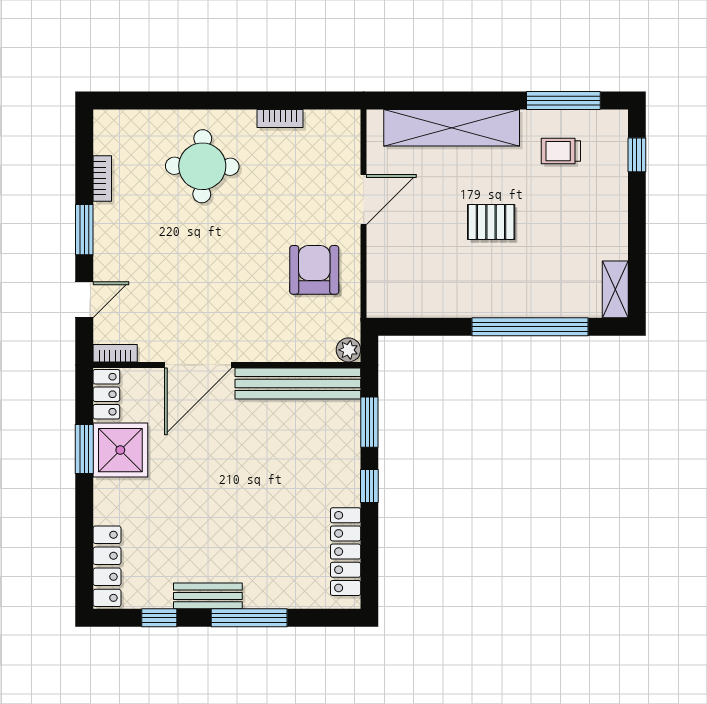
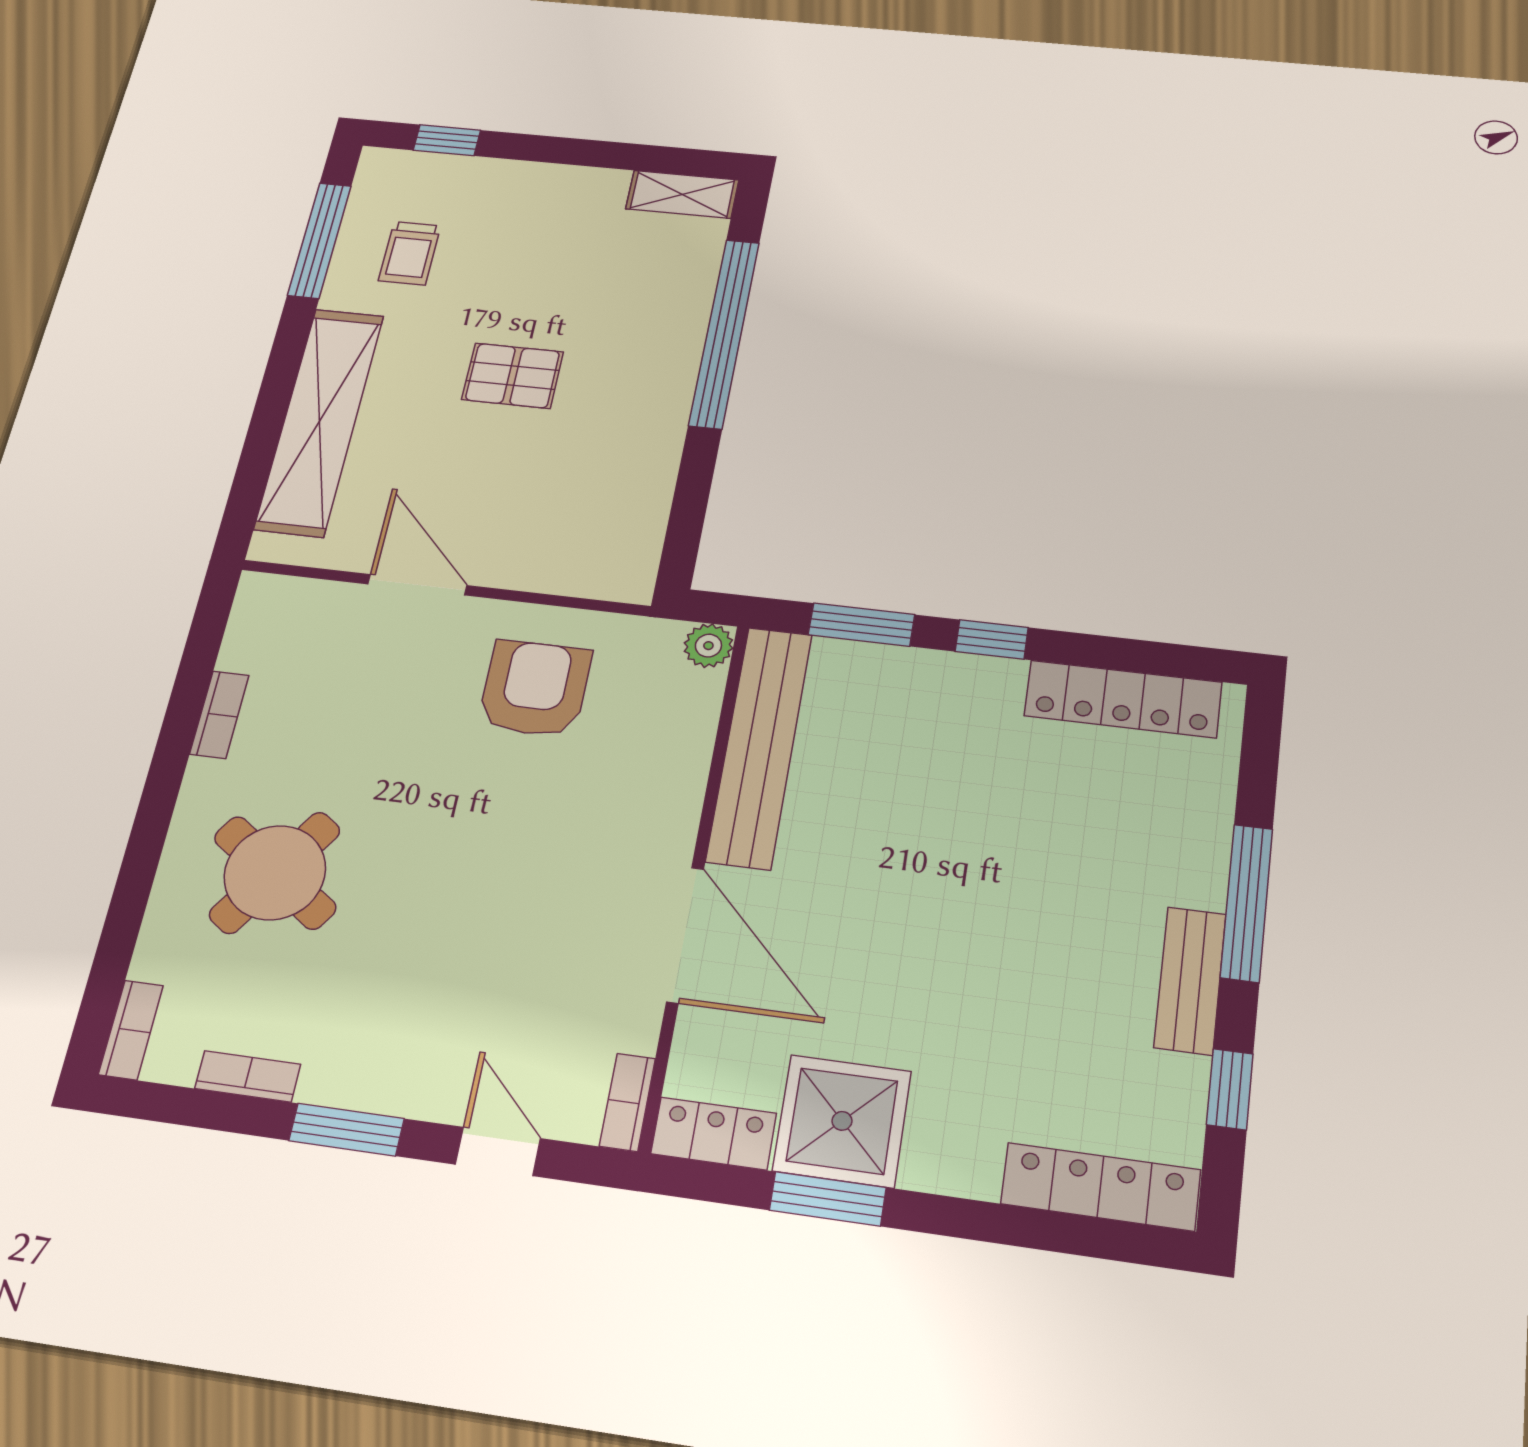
bookcase: (116, 119) -> (131, 1030), added
round table: (202, 166) -> (275, 873), turned 33
pallet: (491, 222) -> (513, 376), turned 90
armchair: (314, 270) -> (535, 689), turned 90

